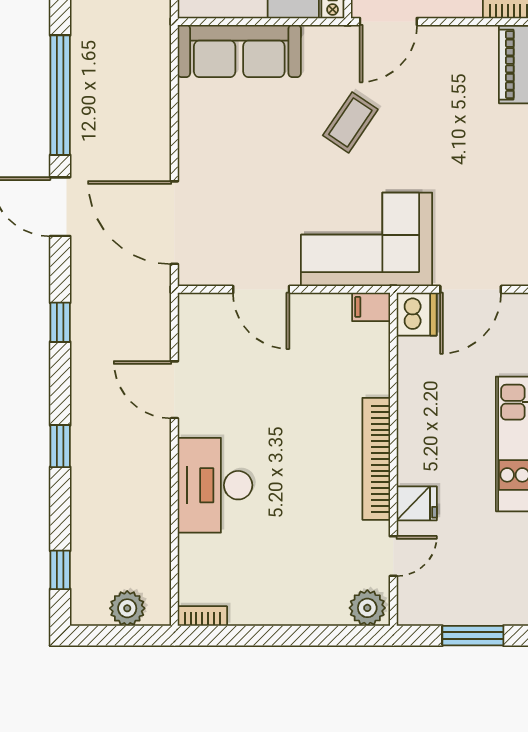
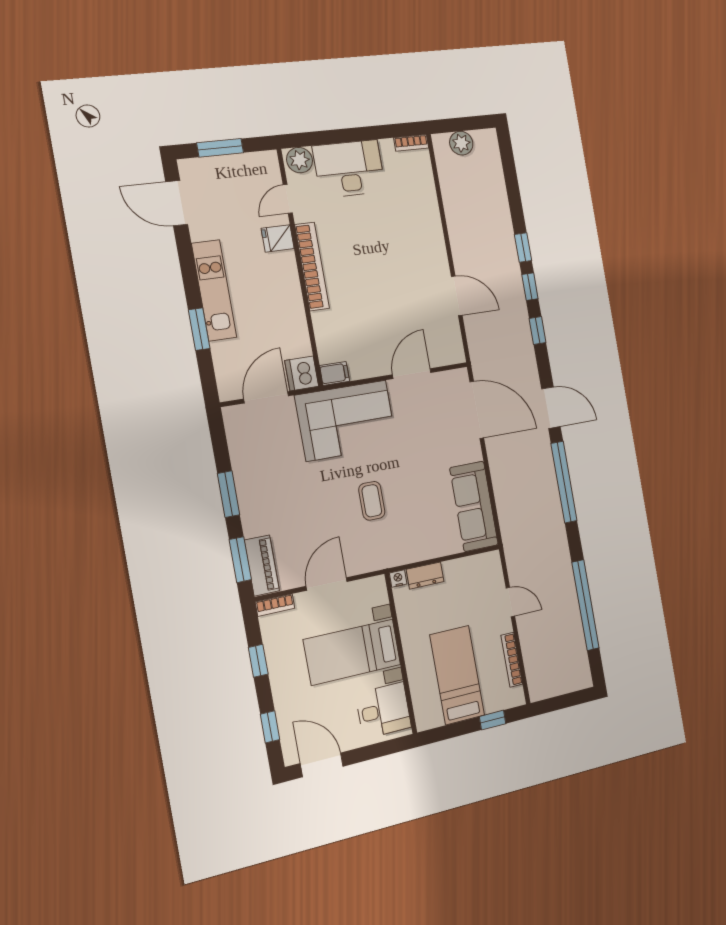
door: (388, 22) -> (327, 584), moved
sofa: (239, 51) -> (474, 506), moved, turned -90
coffee table: (350, 122) -> (372, 501), turned -34
door: (261, 289) -> (412, 374), hinge flipped
desk: (215, 485) -> (349, 169), moved, turned -90
window: (60, 570) -> (530, 287), moved

